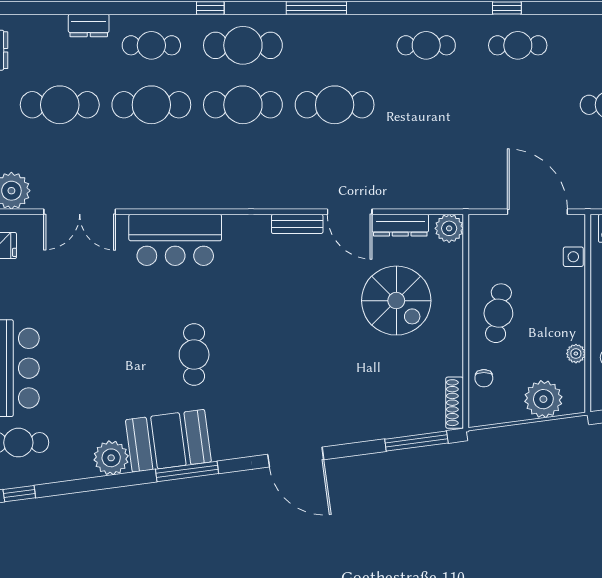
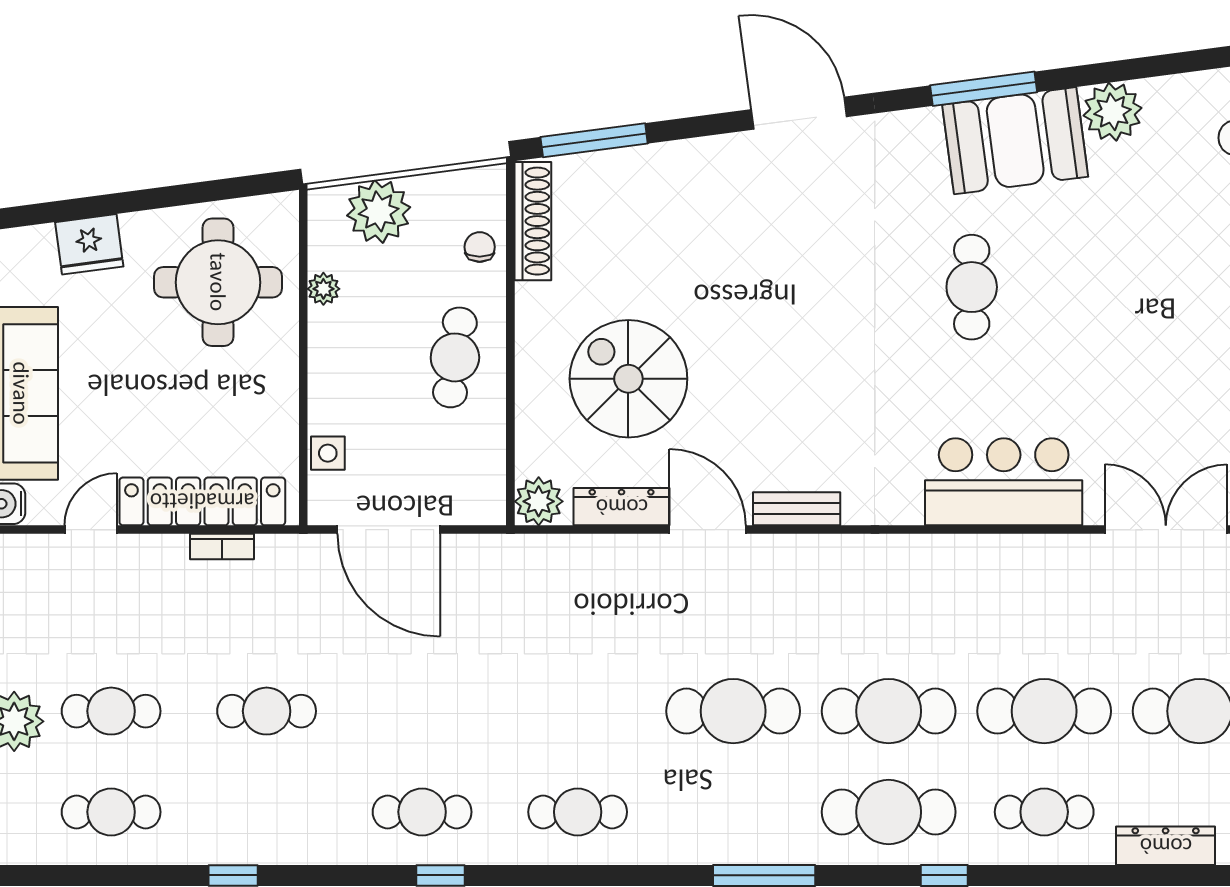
dresser: (89, 25) -> (1166, 846), width x1.44
shoe rack: (455, 403) -> (533, 221), width x1.36, depth x1.24

